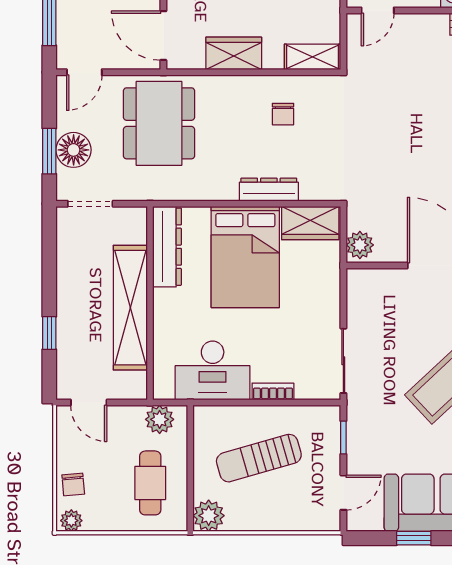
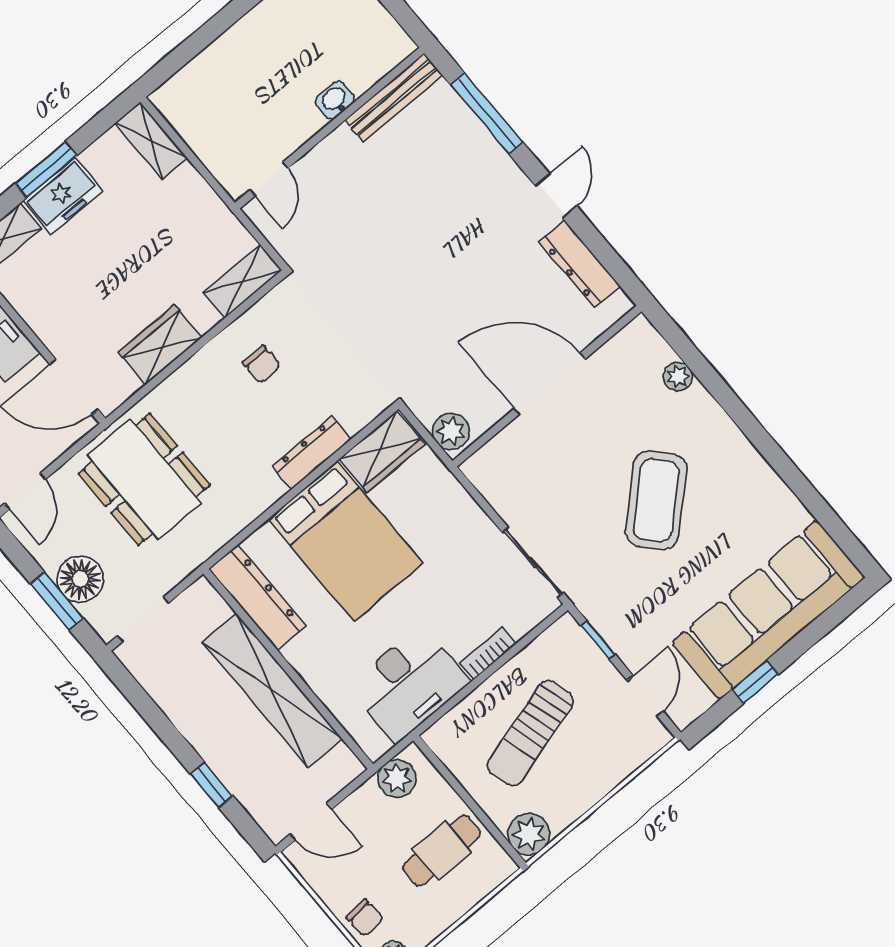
cafe table: (150, 483) -> (442, 851), turned 90

